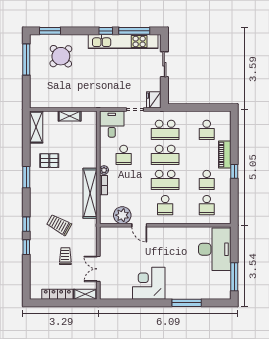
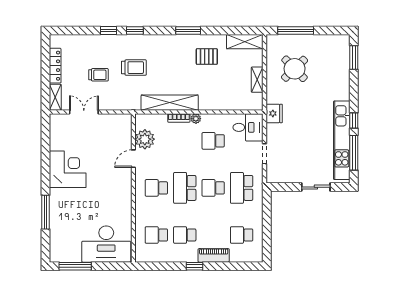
round table: (61, 56) -> (295, 69), moved
window: (26, 60) -> (296, 31), moved
fridge: (154, 100) -> (274, 113), moved, turned 90
school desk: (165, 155) -> (213, 188), width x0.54
pallet: (49, 161) -> (207, 57), turned 90
trolley: (59, 225) -> (134, 68), turned 61

